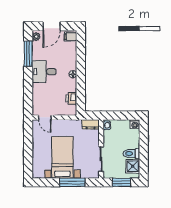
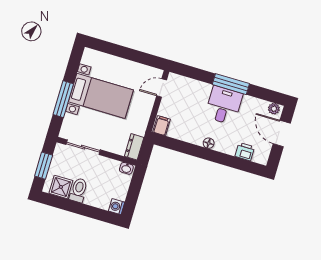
filing cabinet: (71, 37) -> (161, 126), moved
window: (28, 54) -> (231, 84), moved
printer: (71, 98) -> (245, 152), moved

